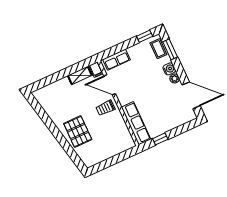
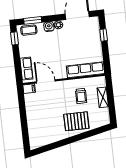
shelving: (80, 75) -> (103, 97), moved
door: (110, 85) -> (46, 81), swing flipped
trolley: (105, 108) -> (81, 96), moved
window: (160, 139) -> (104, 35), moved

